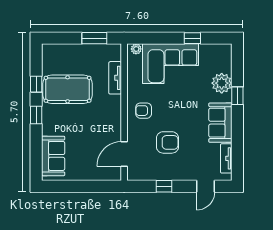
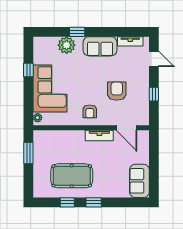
tv unit: (115, 78) -> (99, 135), moved
pool table: (68, 89) -> (72, 176), turned 90
sofa: (53, 156) -> (139, 181), moved, turned -90

